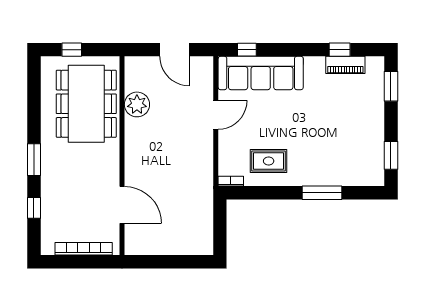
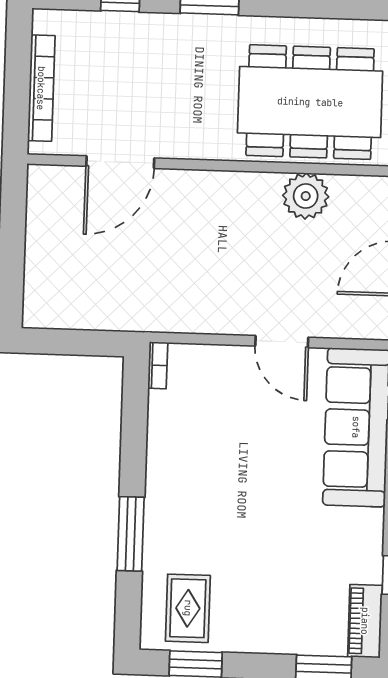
piano: (345, 65) -> (365, 621), moved
rug: (269, 161) -> (188, 608), moved

